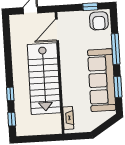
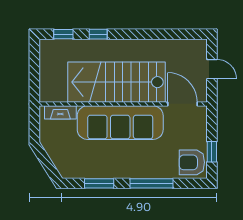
sofa: (102, 80) -> (120, 123), moved, turned 180

